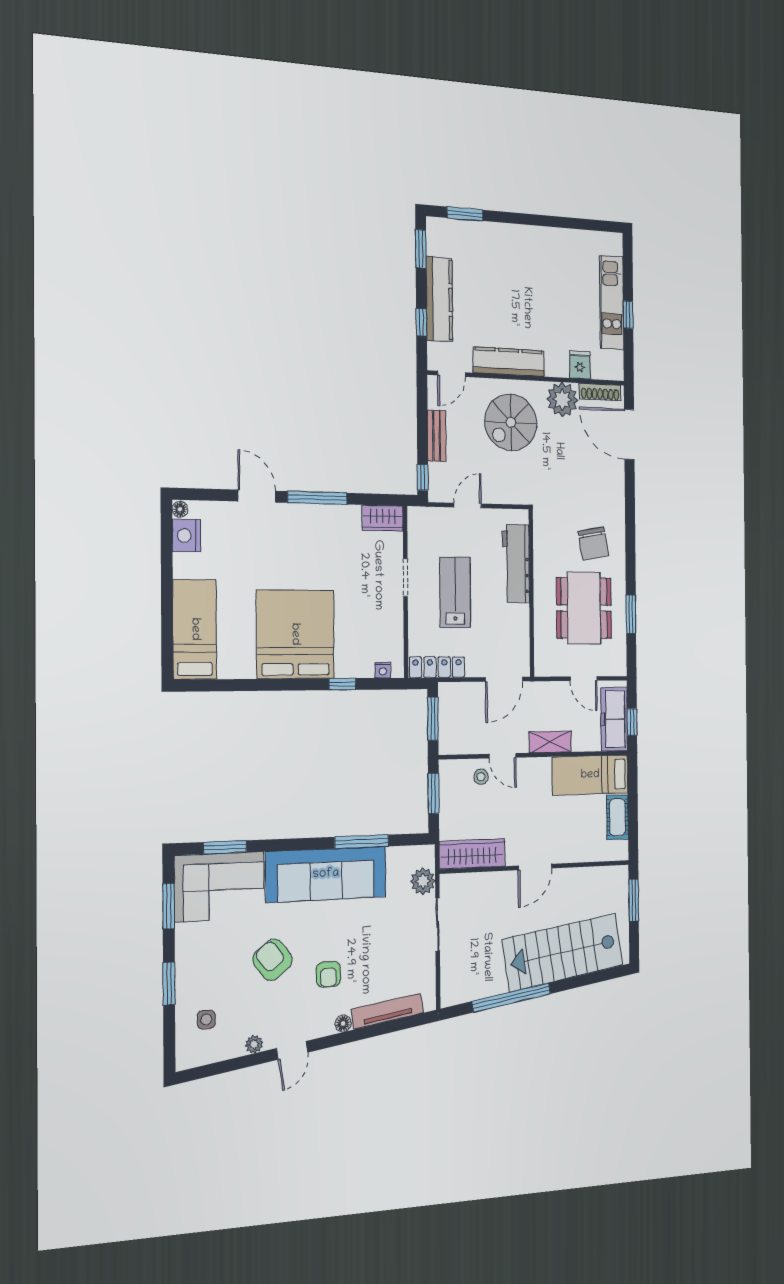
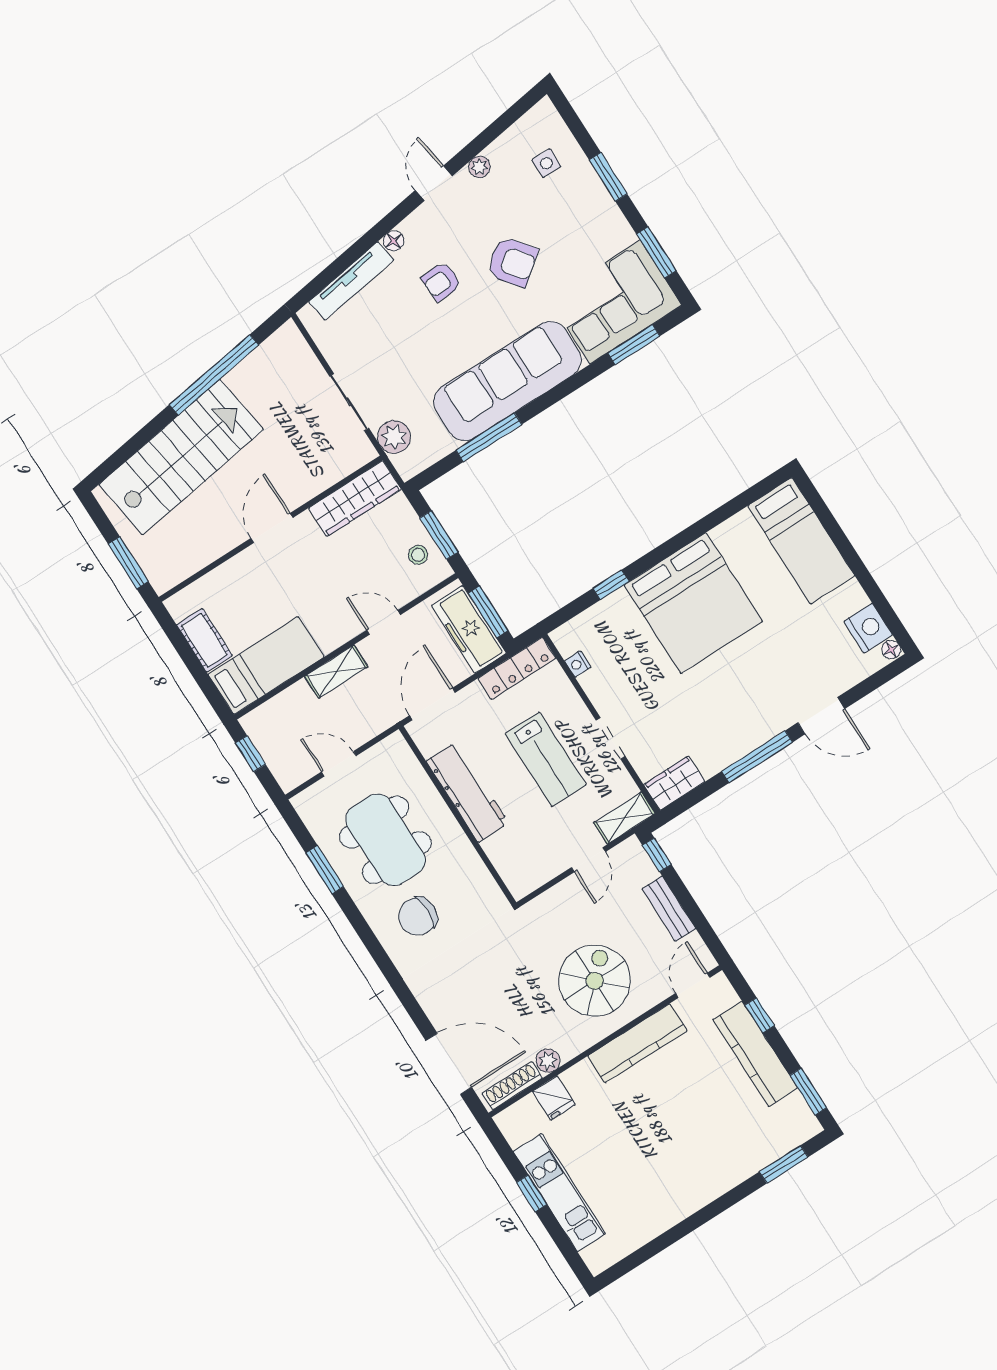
plant: (562, 399) -> (548, 1061), width x0.53, depth x0.53
shelving: (429, 517) -> (624, 818), added
chair: (593, 544) -> (418, 916), turned -80
workbench: (516, 564) -> (467, 792), moved
nightstand: (383, 670) -> (578, 664), moved, turned -90
freezer: (614, 719) -> (469, 629), moved, turned 180
stool: (481, 777) -> (418, 555), moved
armchair: (328, 974) -> (441, 281), turned -93

